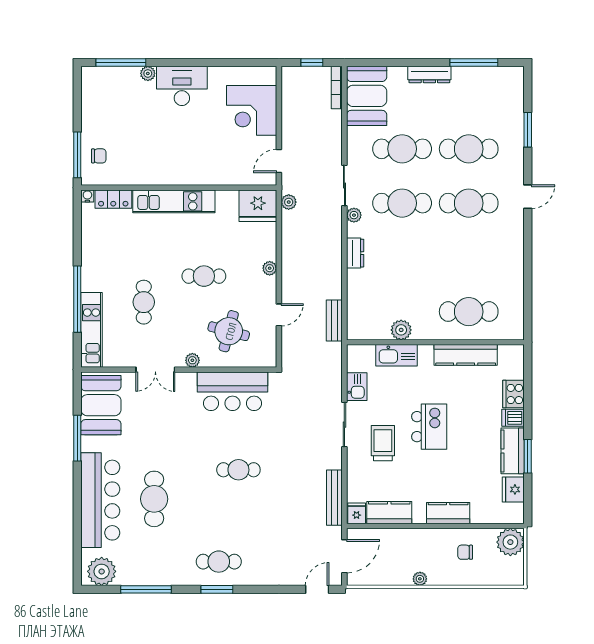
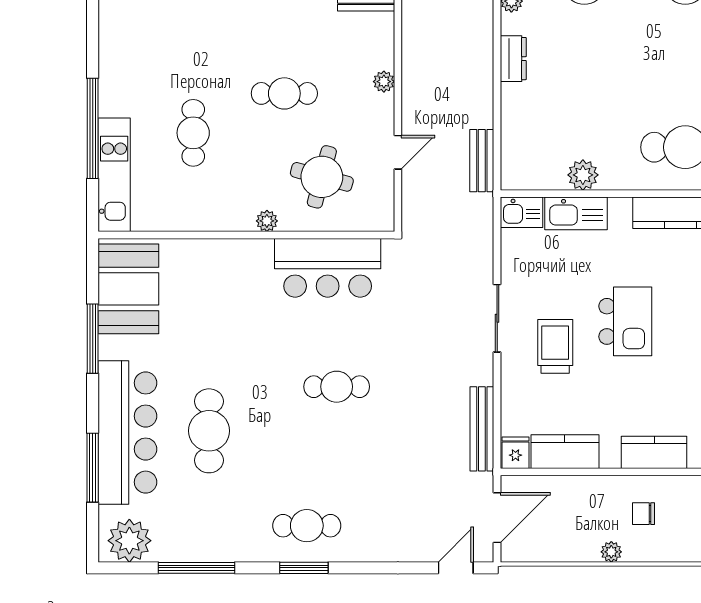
double door: (155, 370) -> (211, 235), removed
kitchen sink: (357, 387) -> (521, 212), moved, turned 90
window: (77, 523) -> (93, 468), added
chair: (465, 552) -> (644, 514), moved

